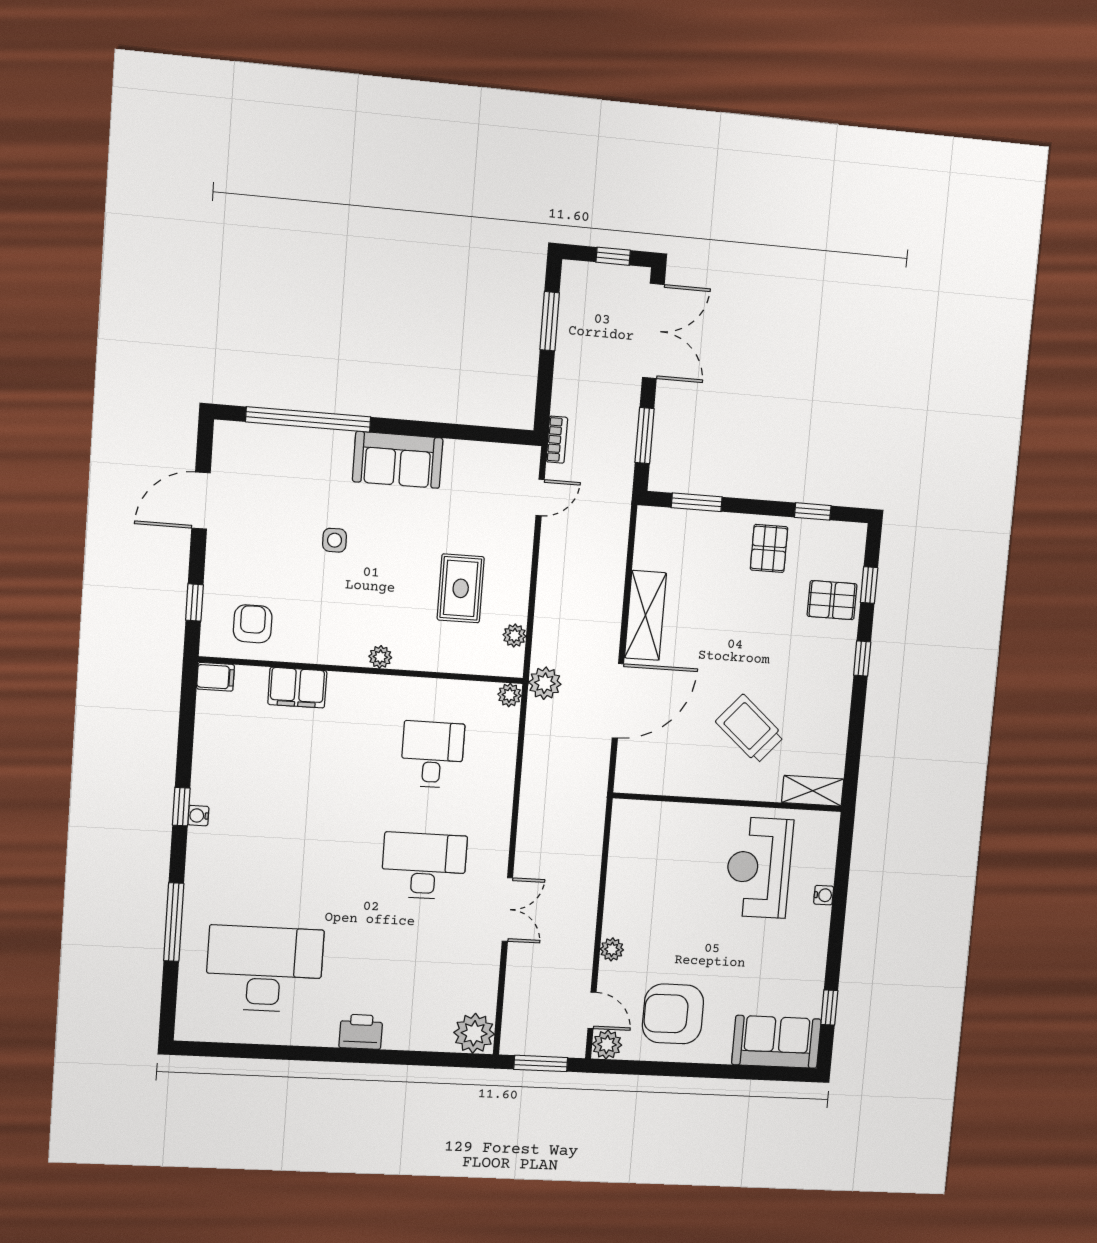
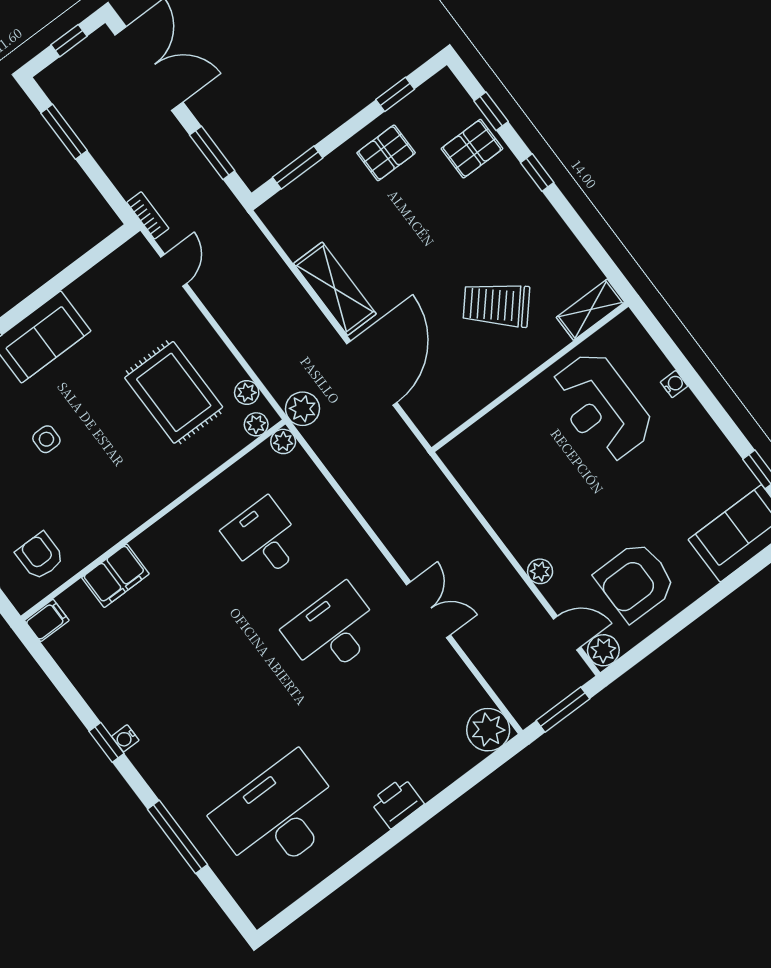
pallet: (769, 548) -> (386, 153), turned 90
rug: (461, 588) -> (174, 392), width x1.36, depth x1.43
plant: (380, 657) -> (256, 424), moved

